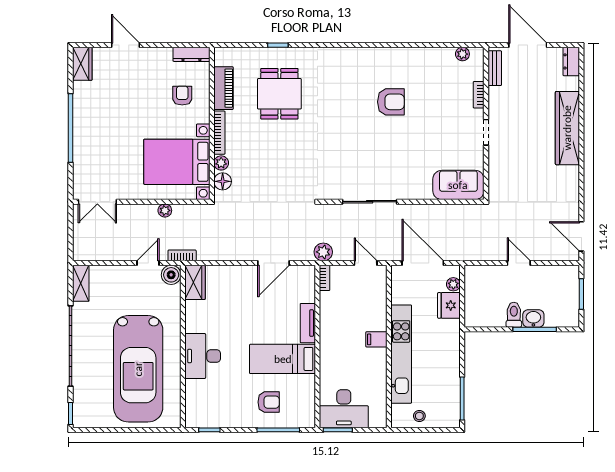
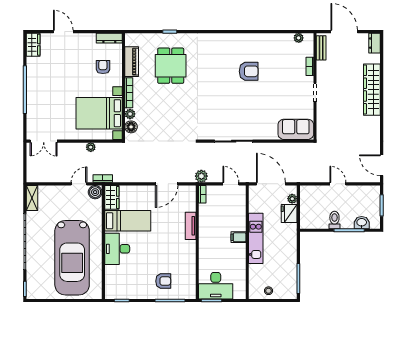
washbasin: (533, 319) -> (362, 223), moved
kitchen unit: (401, 354) -> (256, 238), width x0.73
bed: (283, 359) -> (128, 221), moved, turned 180

